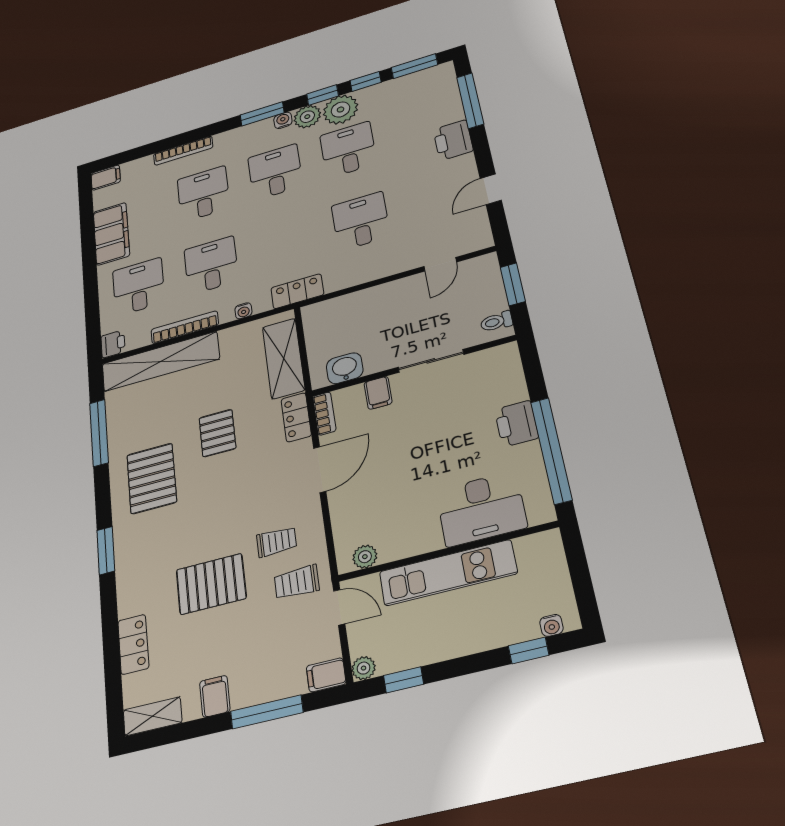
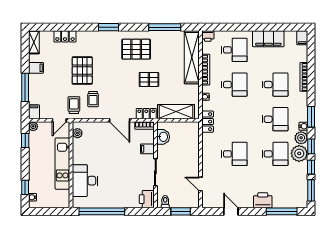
printer: (516, 424) -> (147, 199), moved, turned -90

